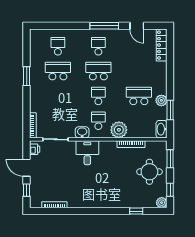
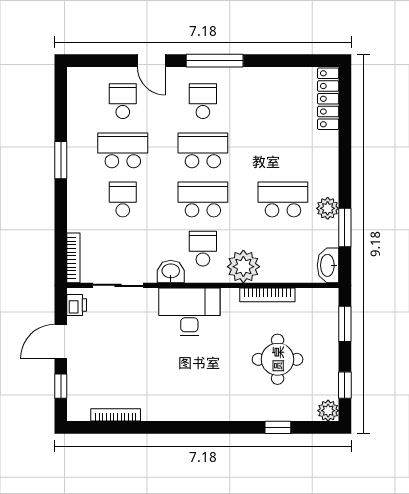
door: (137, 26) -> (151, 61), moved
school desk: (58, 96) -> (123, 199), added
school desk: (98, 96) -> (203, 199), width x1.85
desk: (87, 153) -> (189, 312), width x1.37
door: (27, 168) -> (61, 342), hinge flipped
round table: (149, 172) -> (278, 359), moved

